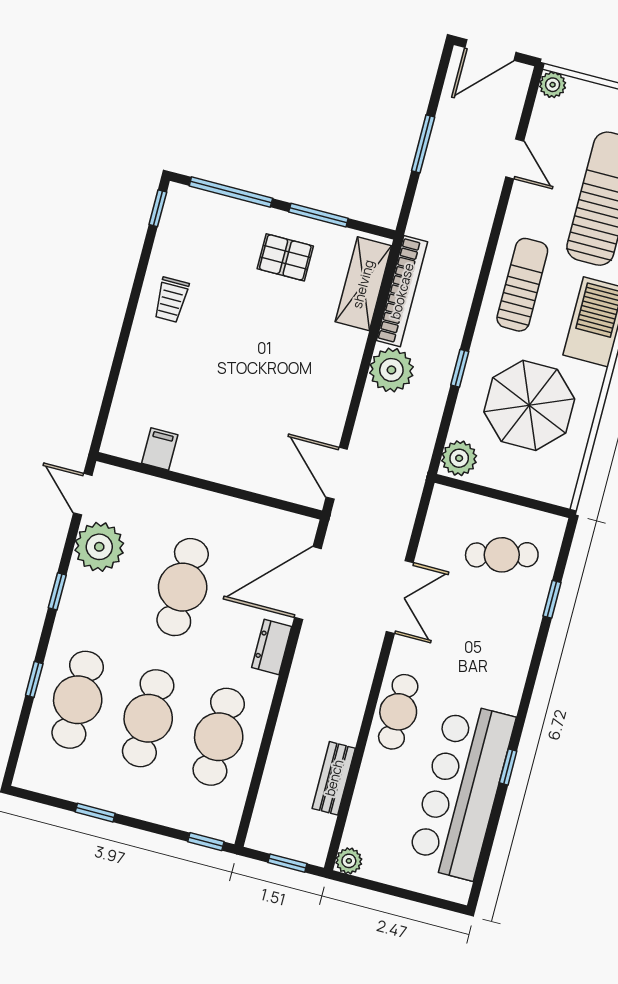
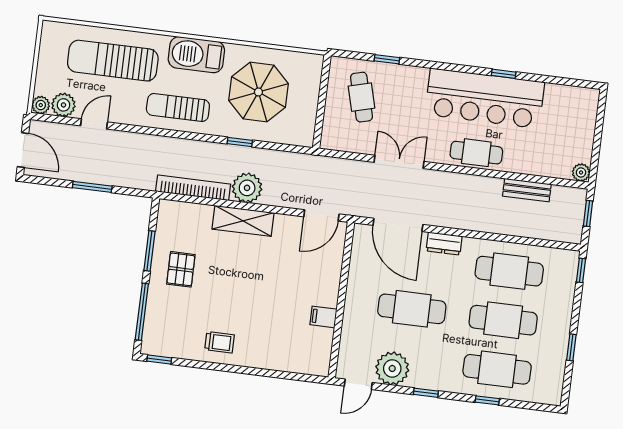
shelving: (363, 284) -> (243, 221), moved
filing cabinet: (160, 449) -> (323, 317), moved
plant: (459, 458) -> (63, 105), moved
bar counter: (461, 791) -> (485, 98), moved

